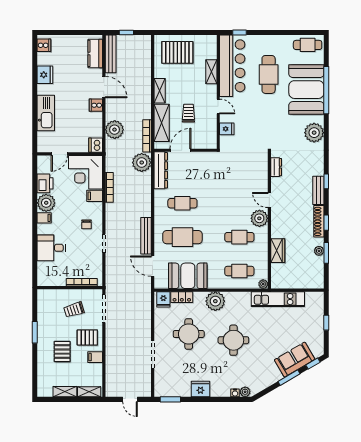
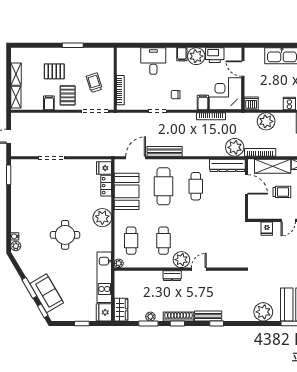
dresser: (276, 167) -> (172, 276), moved
wardrobe: (278, 251) -> (121, 310), moved, turned -90
round table: (189, 334) -> (71, 192), removed
fridge: (200, 389) -> (104, 312), moved, turned 180

